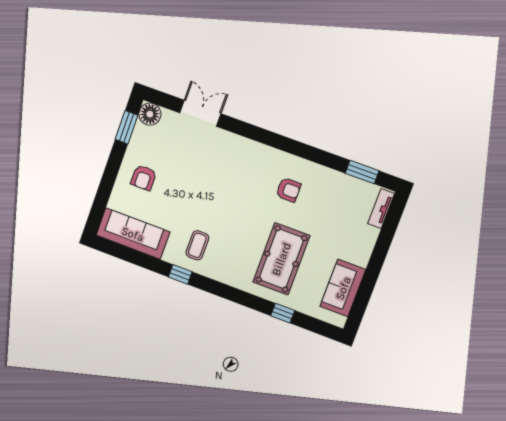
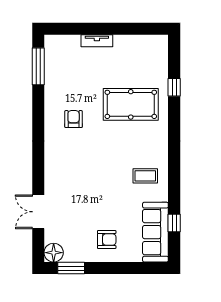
window: (362, 172) -> (38, 66), width x1.44
tv unit: (381, 209) -> (97, 41), moved
window: (180, 274) -> (174, 223), moved
sofa: (343, 288) -> (136, 47), removed

